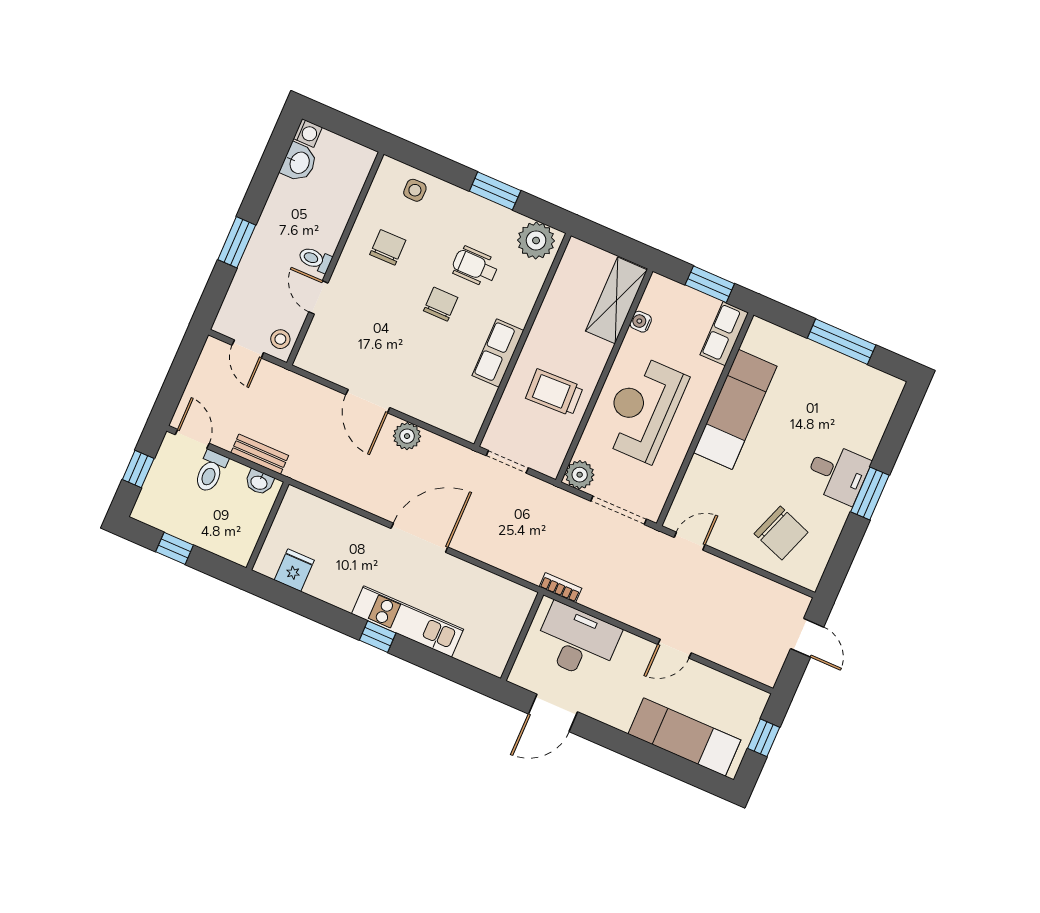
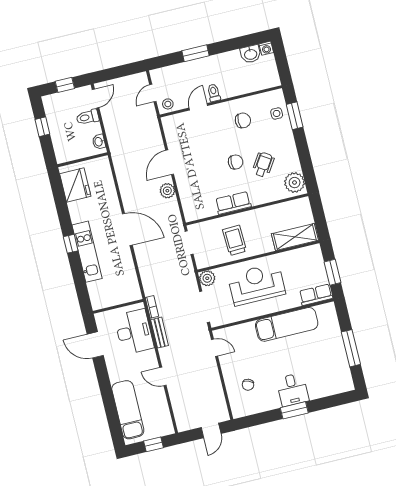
window: (495, 191) -> (295, 116), moved
wheelchair: (475, 266) -> (263, 165), turned 33
water cooler: (641, 322) -> (294, 255), removed
bench: (260, 454) -> (160, 333), moved
chair: (781, 533) -> (248, 385), width x0.54, depth x0.54
fridge: (294, 570) -> (75, 185), width x1.88, depth x1.34

